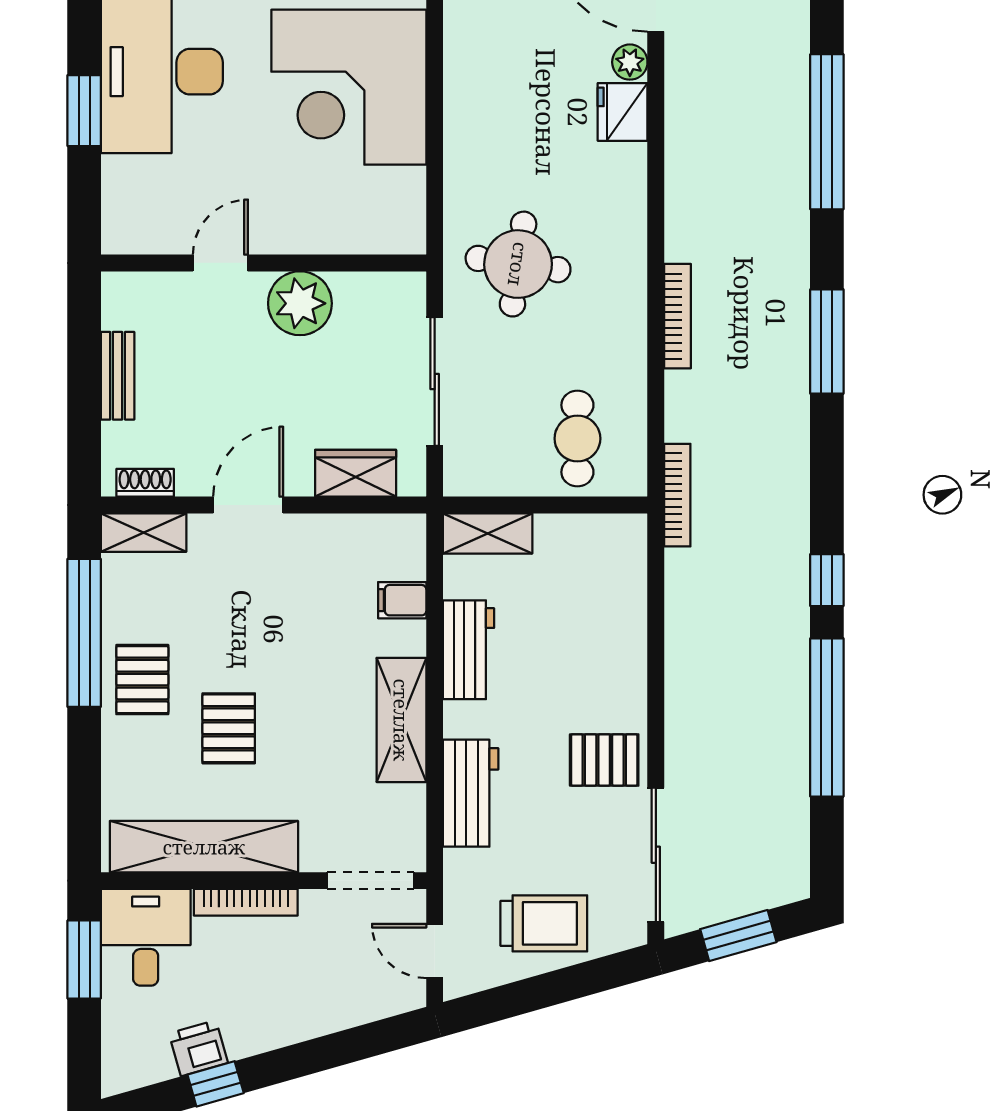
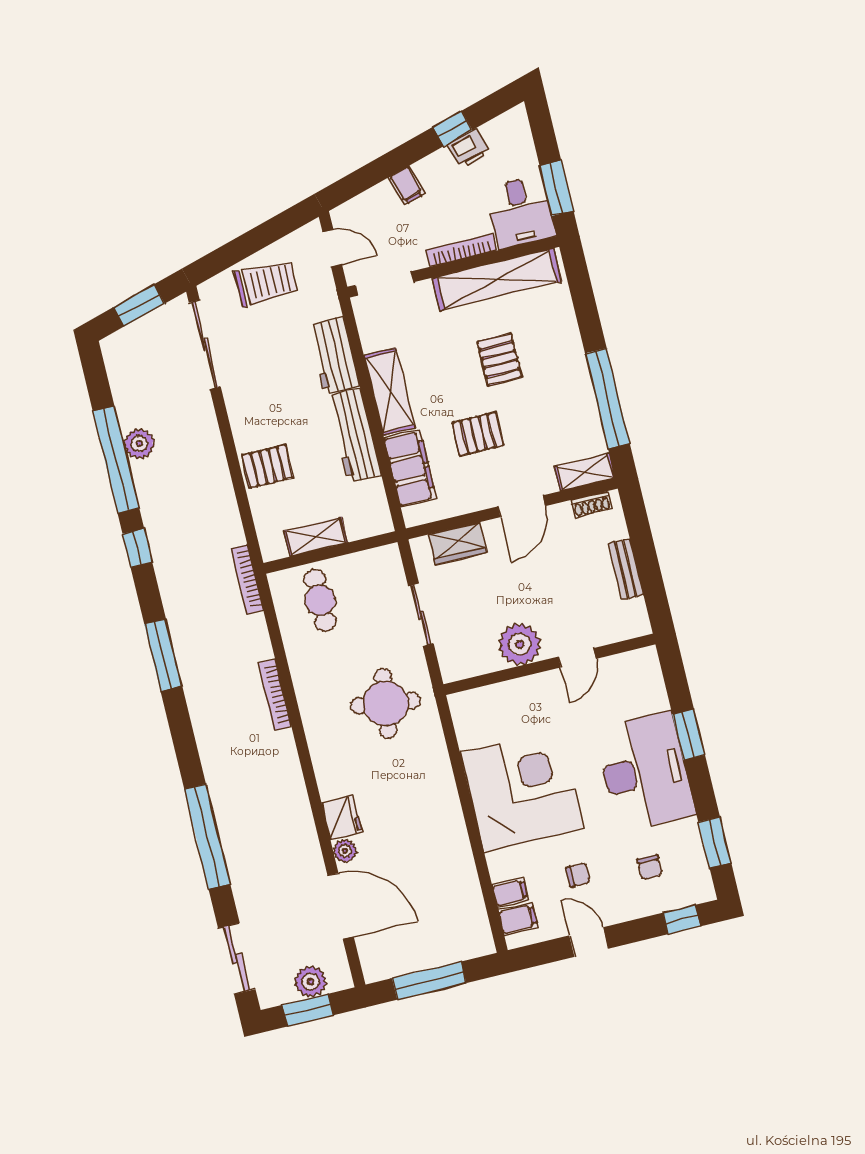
window: (827, 341) -> (163, 655), moved
sliding door: (435, 381) -> (421, 615), width x0.73
shelving: (488, 533) -> (316, 537), moved
filing cabinet: (402, 600) -> (410, 468), width x3.00, depth x1.17
workbench: (469, 650) -> (354, 435), width x1.37
pallet: (142, 680) -> (478, 434), moved, turned 90
plant: (787, 733) -> (139, 444), added
pallet: (604, 760) -> (268, 466), moved
trolley: (544, 923) -> (266, 283), turned 180
filing cabinet: (303, 1017) -> (407, 185), added

